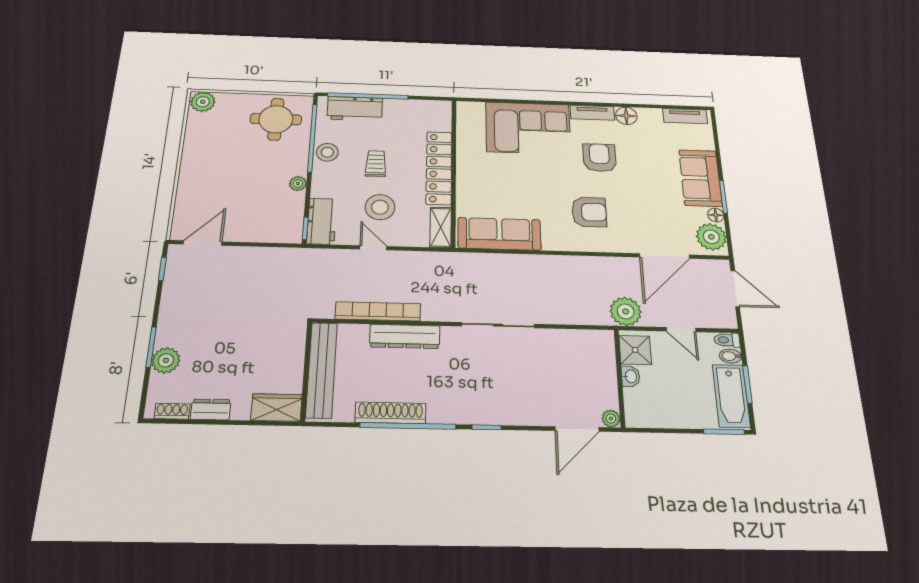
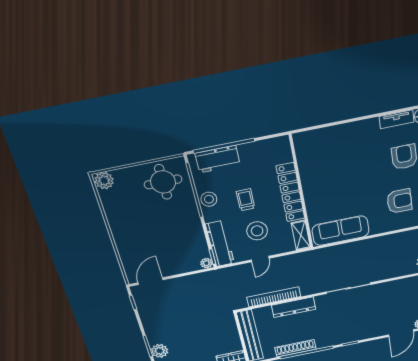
corner sofa: (528, 128) -> (349, 145), removed
plant: (298, 184) -> (206, 263), moved
workbench: (322, 221) -> (220, 244), width x1.38
door: (373, 248) -> (260, 259), swing flipped

